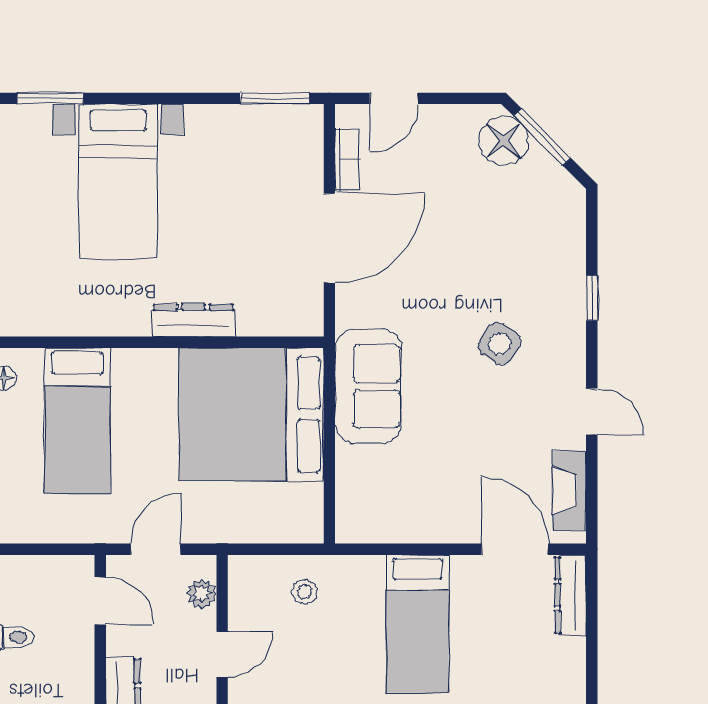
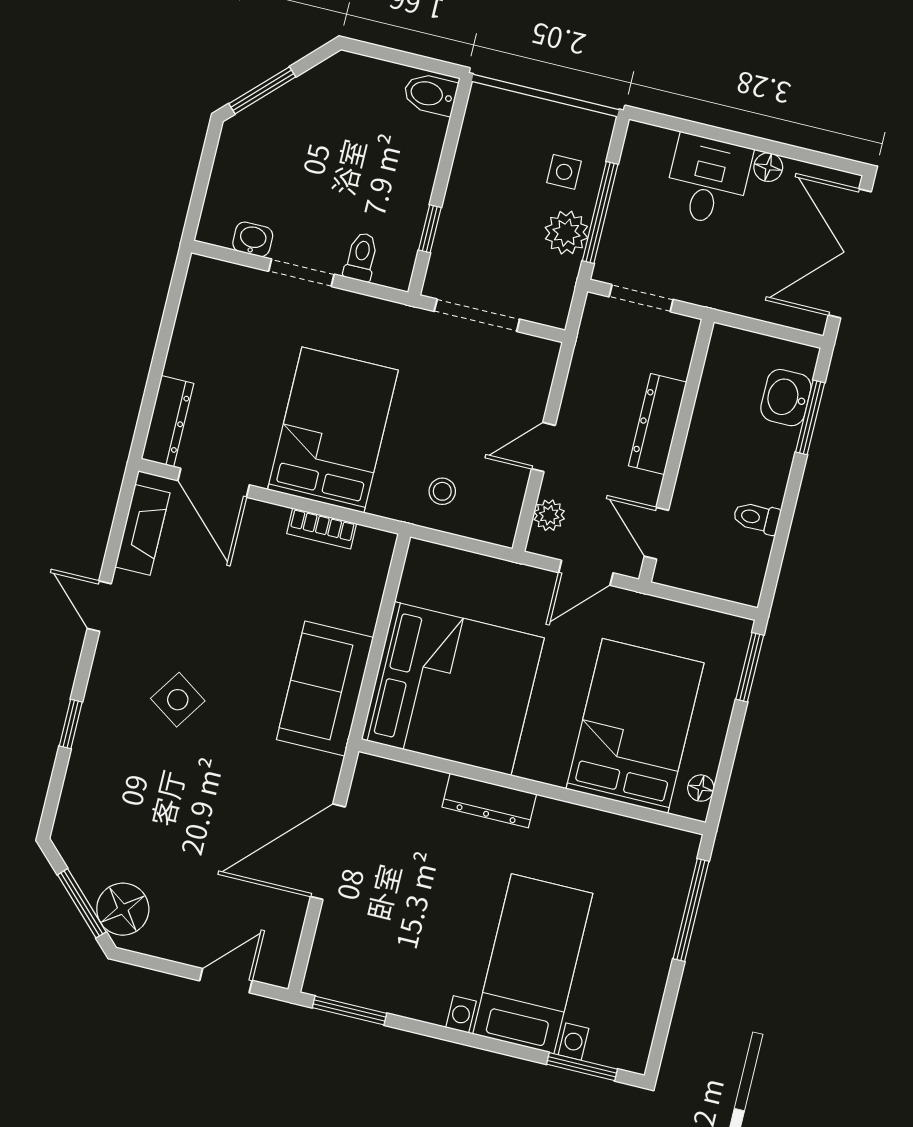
bookcase: (347, 160) -> (322, 529), moved, turned -90
bed: (77, 420) -> (635, 726), width x1.50
bed: (418, 624) -> (333, 430), width x1.50

